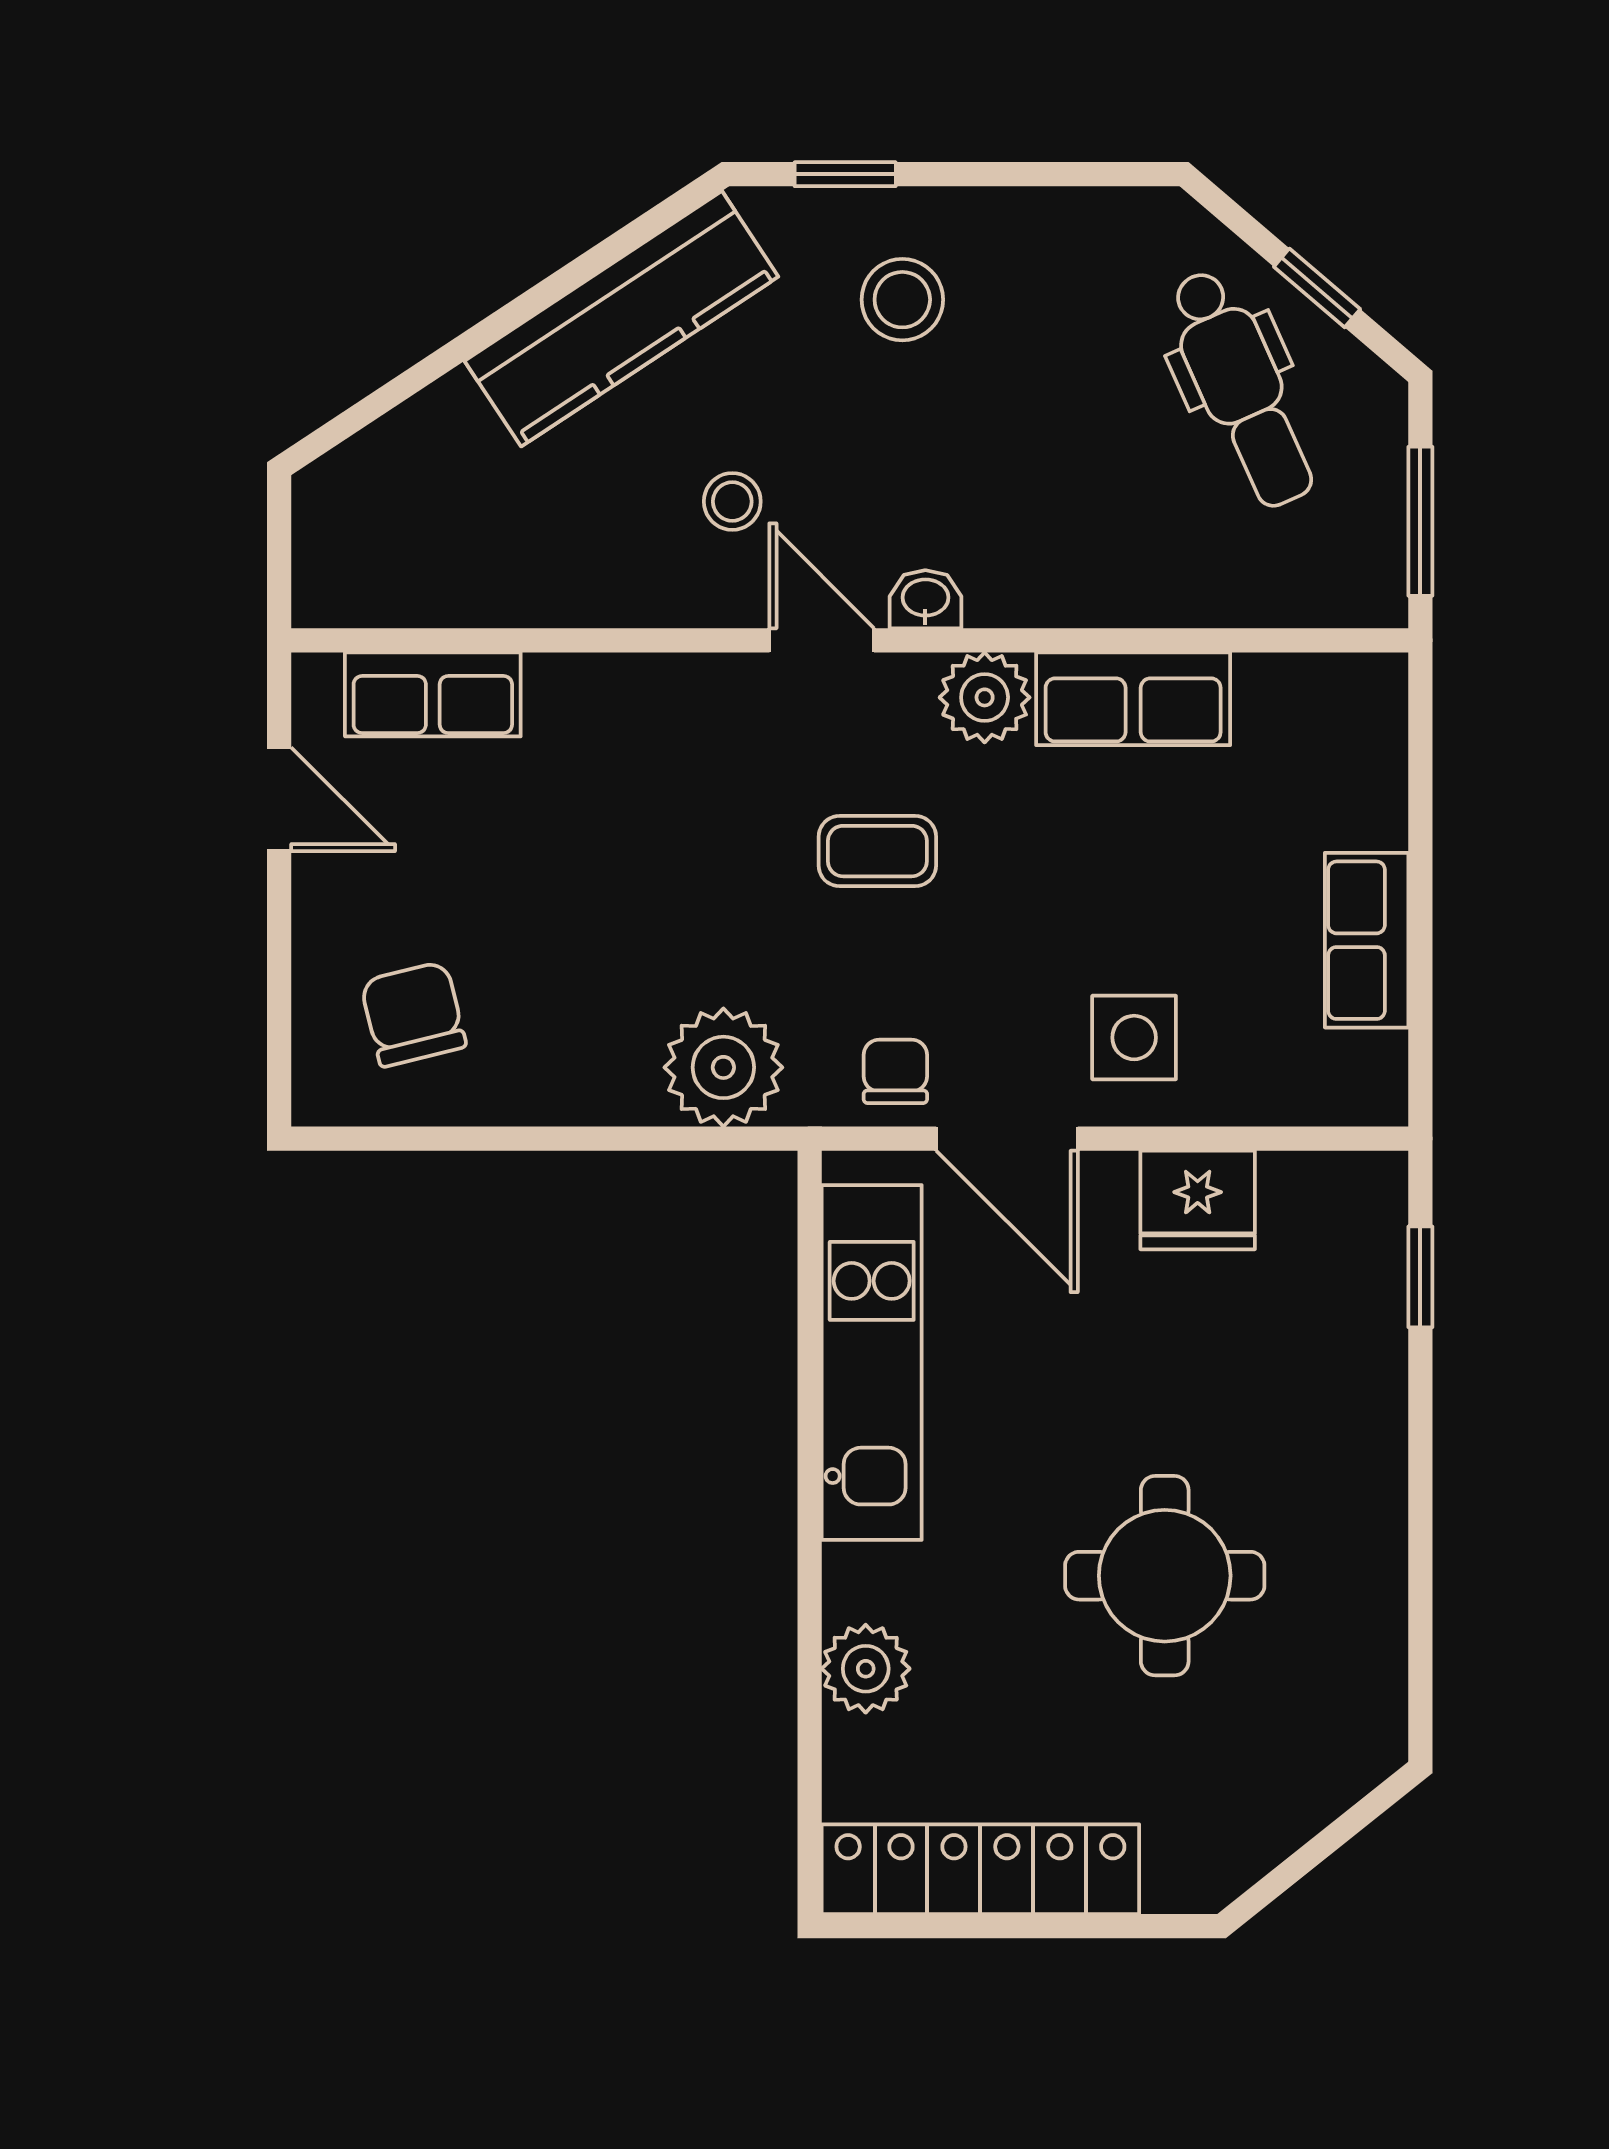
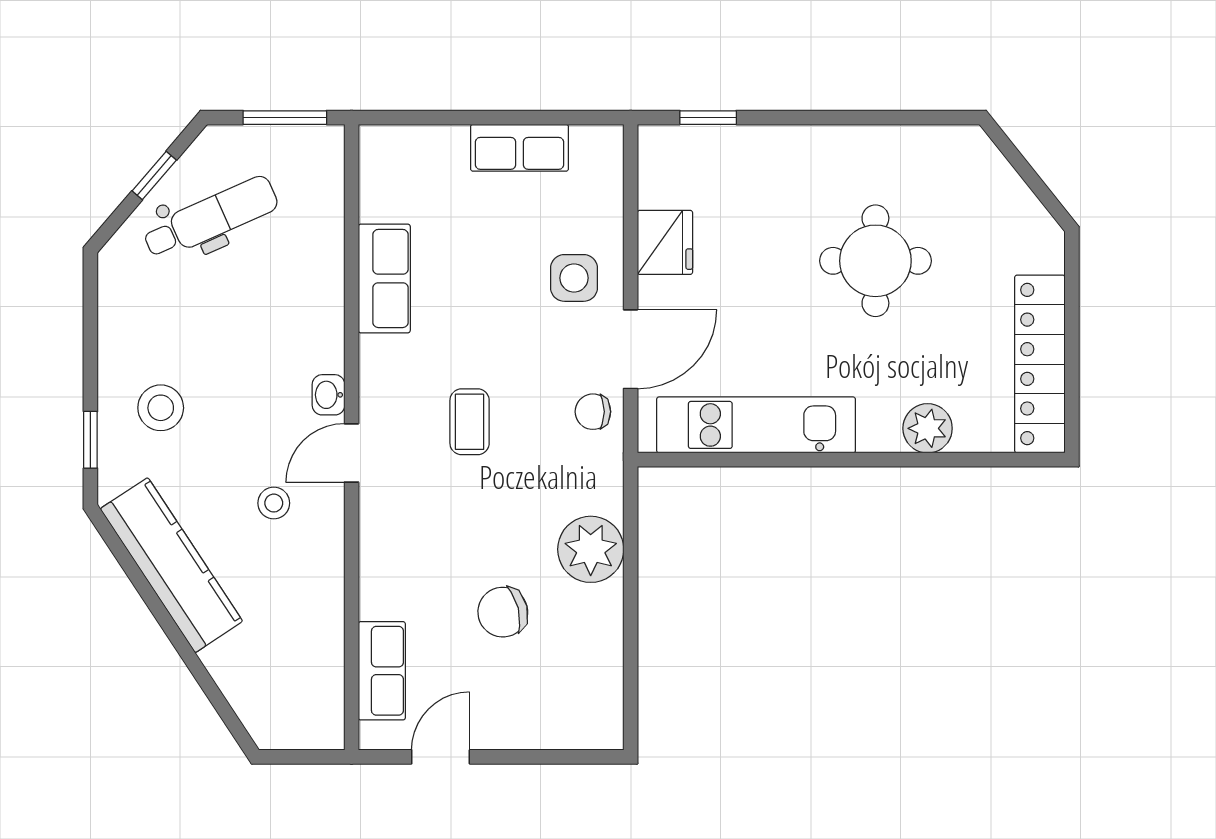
plant: (985, 697) -> (384, 362), removed
chair: (413, 1014) -> (503, 612), moved
plant: (723, 1067) -> (591, 549), moved

